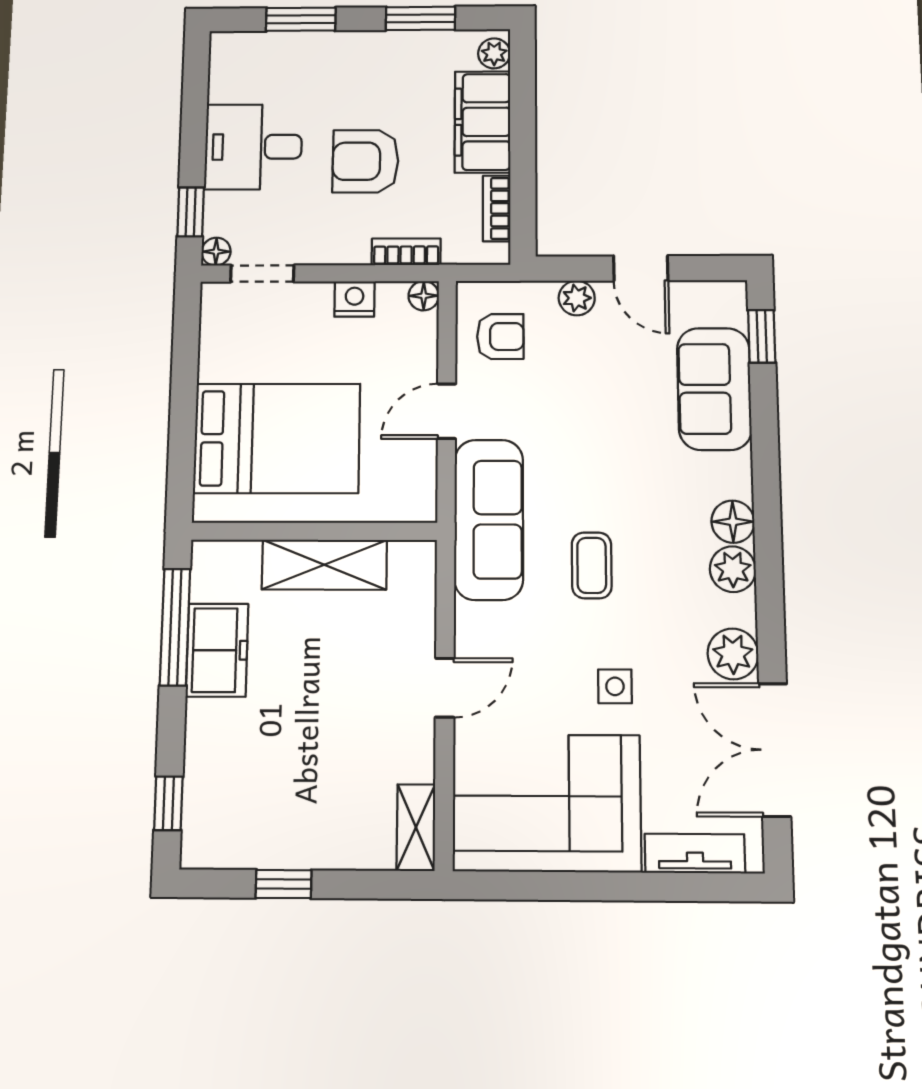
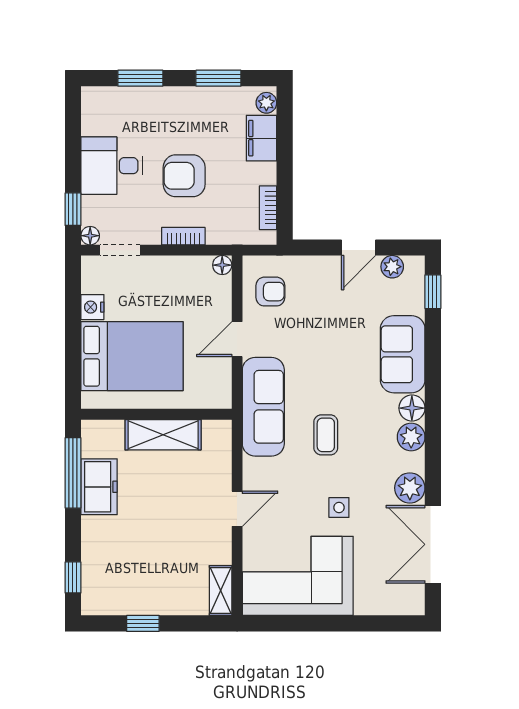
filing cabinet: (483, 122) -> (262, 138), width x0.67, depth x0.86
bookcase: (406, 252) -> (183, 236), moved
door: (641, 268) -> (359, 248), hinge flipped
plant: (577, 298) -> (392, 267), moved
nightstand: (354, 299) -> (92, 307), moved, turned -90
sofa: (714, 389) -> (403, 354), moved
tv unit: (695, 853) -> (384, 604), removed

